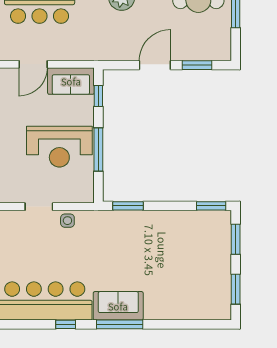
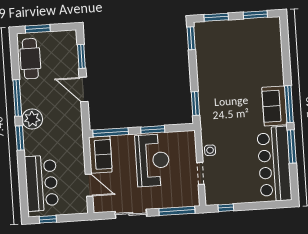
window: (98, 96) -> (111, 132), width x2.17
window: (98, 150) -> (153, 130), width x0.69
window: (66, 324) -> (292, 146), width x2.17

